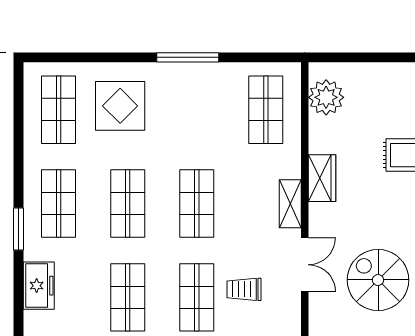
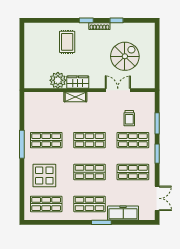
plant: (326, 97) -> (58, 80), moved
shop shelf: (266, 110) -> (46, 140), moved
shelving: (290, 204) -> (75, 97), moved
spiral stairs: (378, 280) -> (125, 56), turned 180
freezer: (39, 286) -> (123, 213), width x1.40

